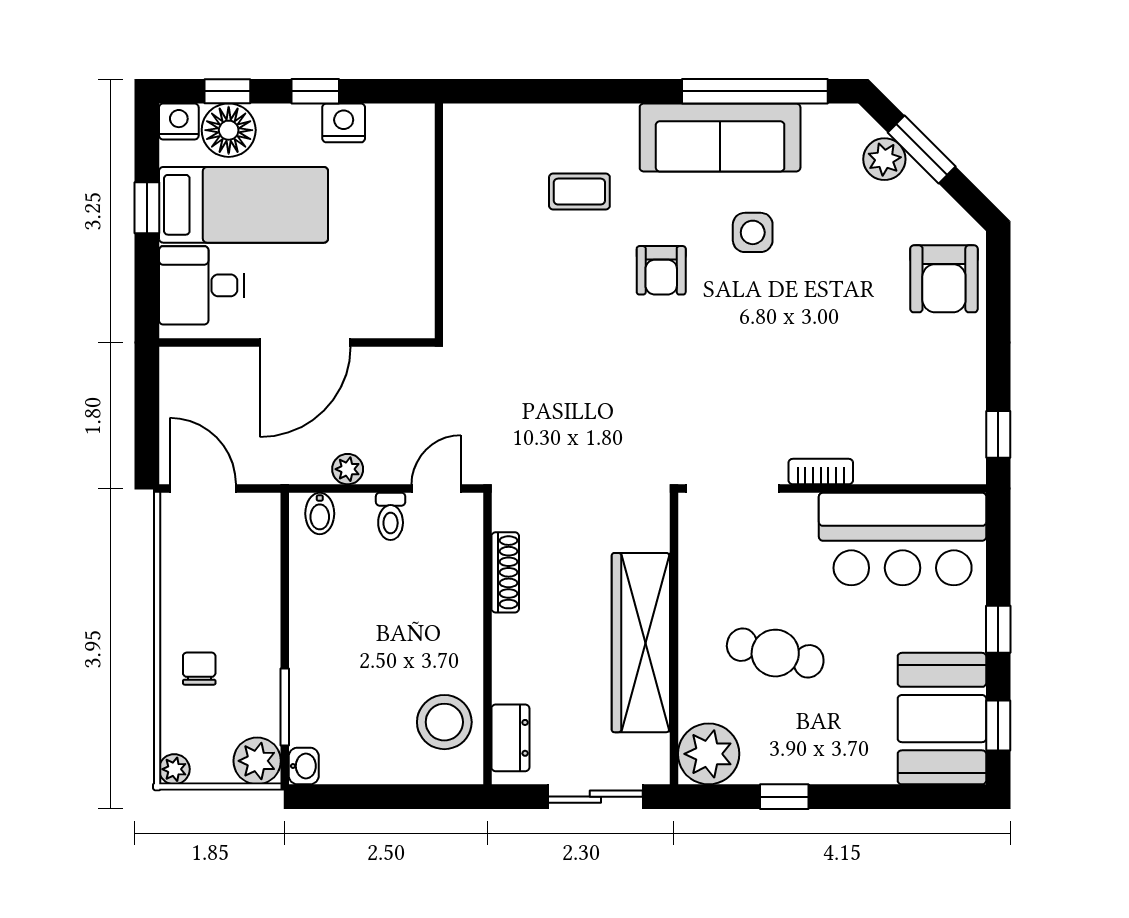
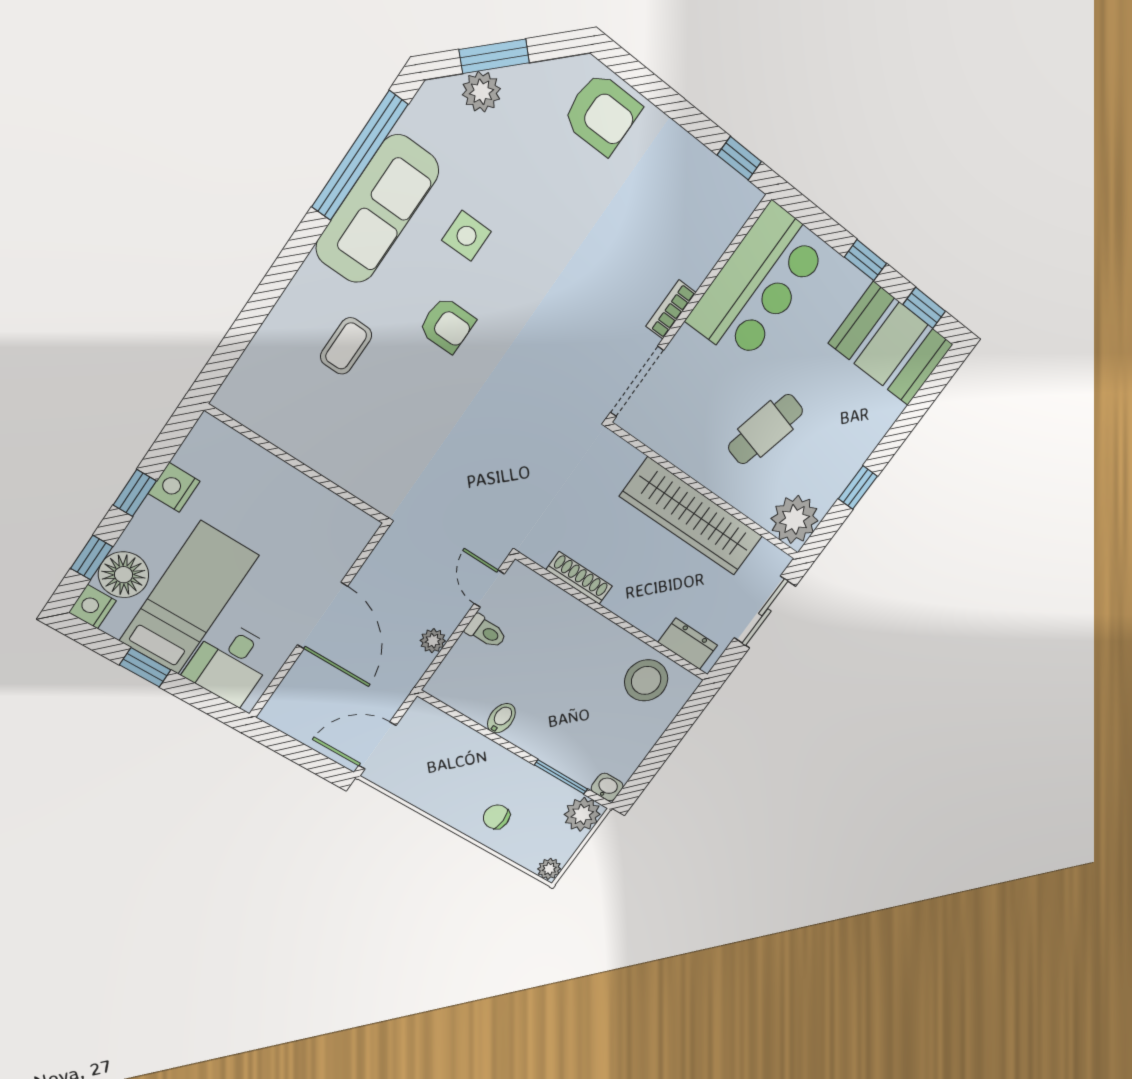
bidet: (320, 514) -> (501, 718), moved, turned -90

